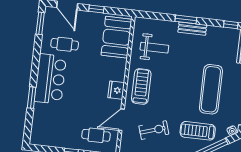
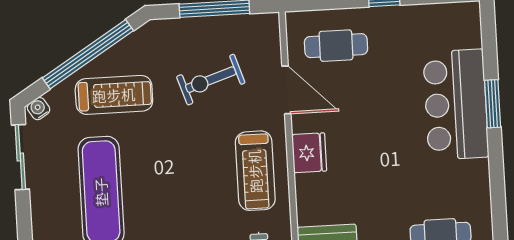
bar counter: (50, 79) -> (456, 105), moved
door: (121, 120) -> (286, 90), hinge flipped

